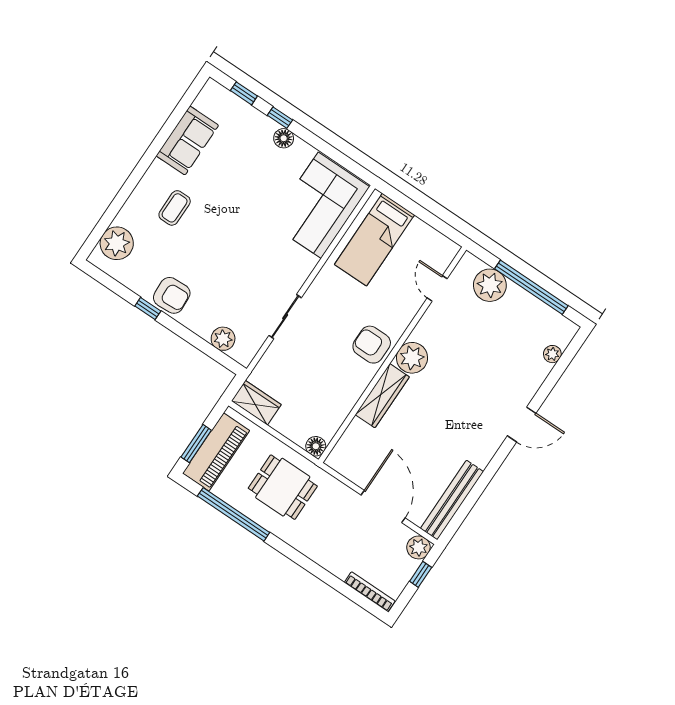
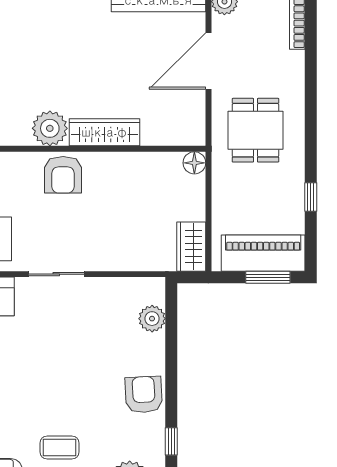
window: (148, 308) -> (171, 441), moved
sliding door: (285, 317) -> (56, 274), moved
dining table: (283, 487) -> (255, 130), moved
window: (234, 514) -> (311, 197), width x0.32

